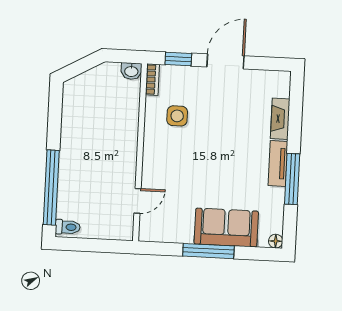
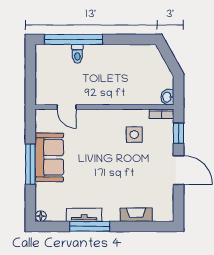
tv unit: (278, 163) -> (84, 215), moved
toilet: (68, 227) -> (77, 54), moved
sofa: (226, 228) -> (49, 157), moved

